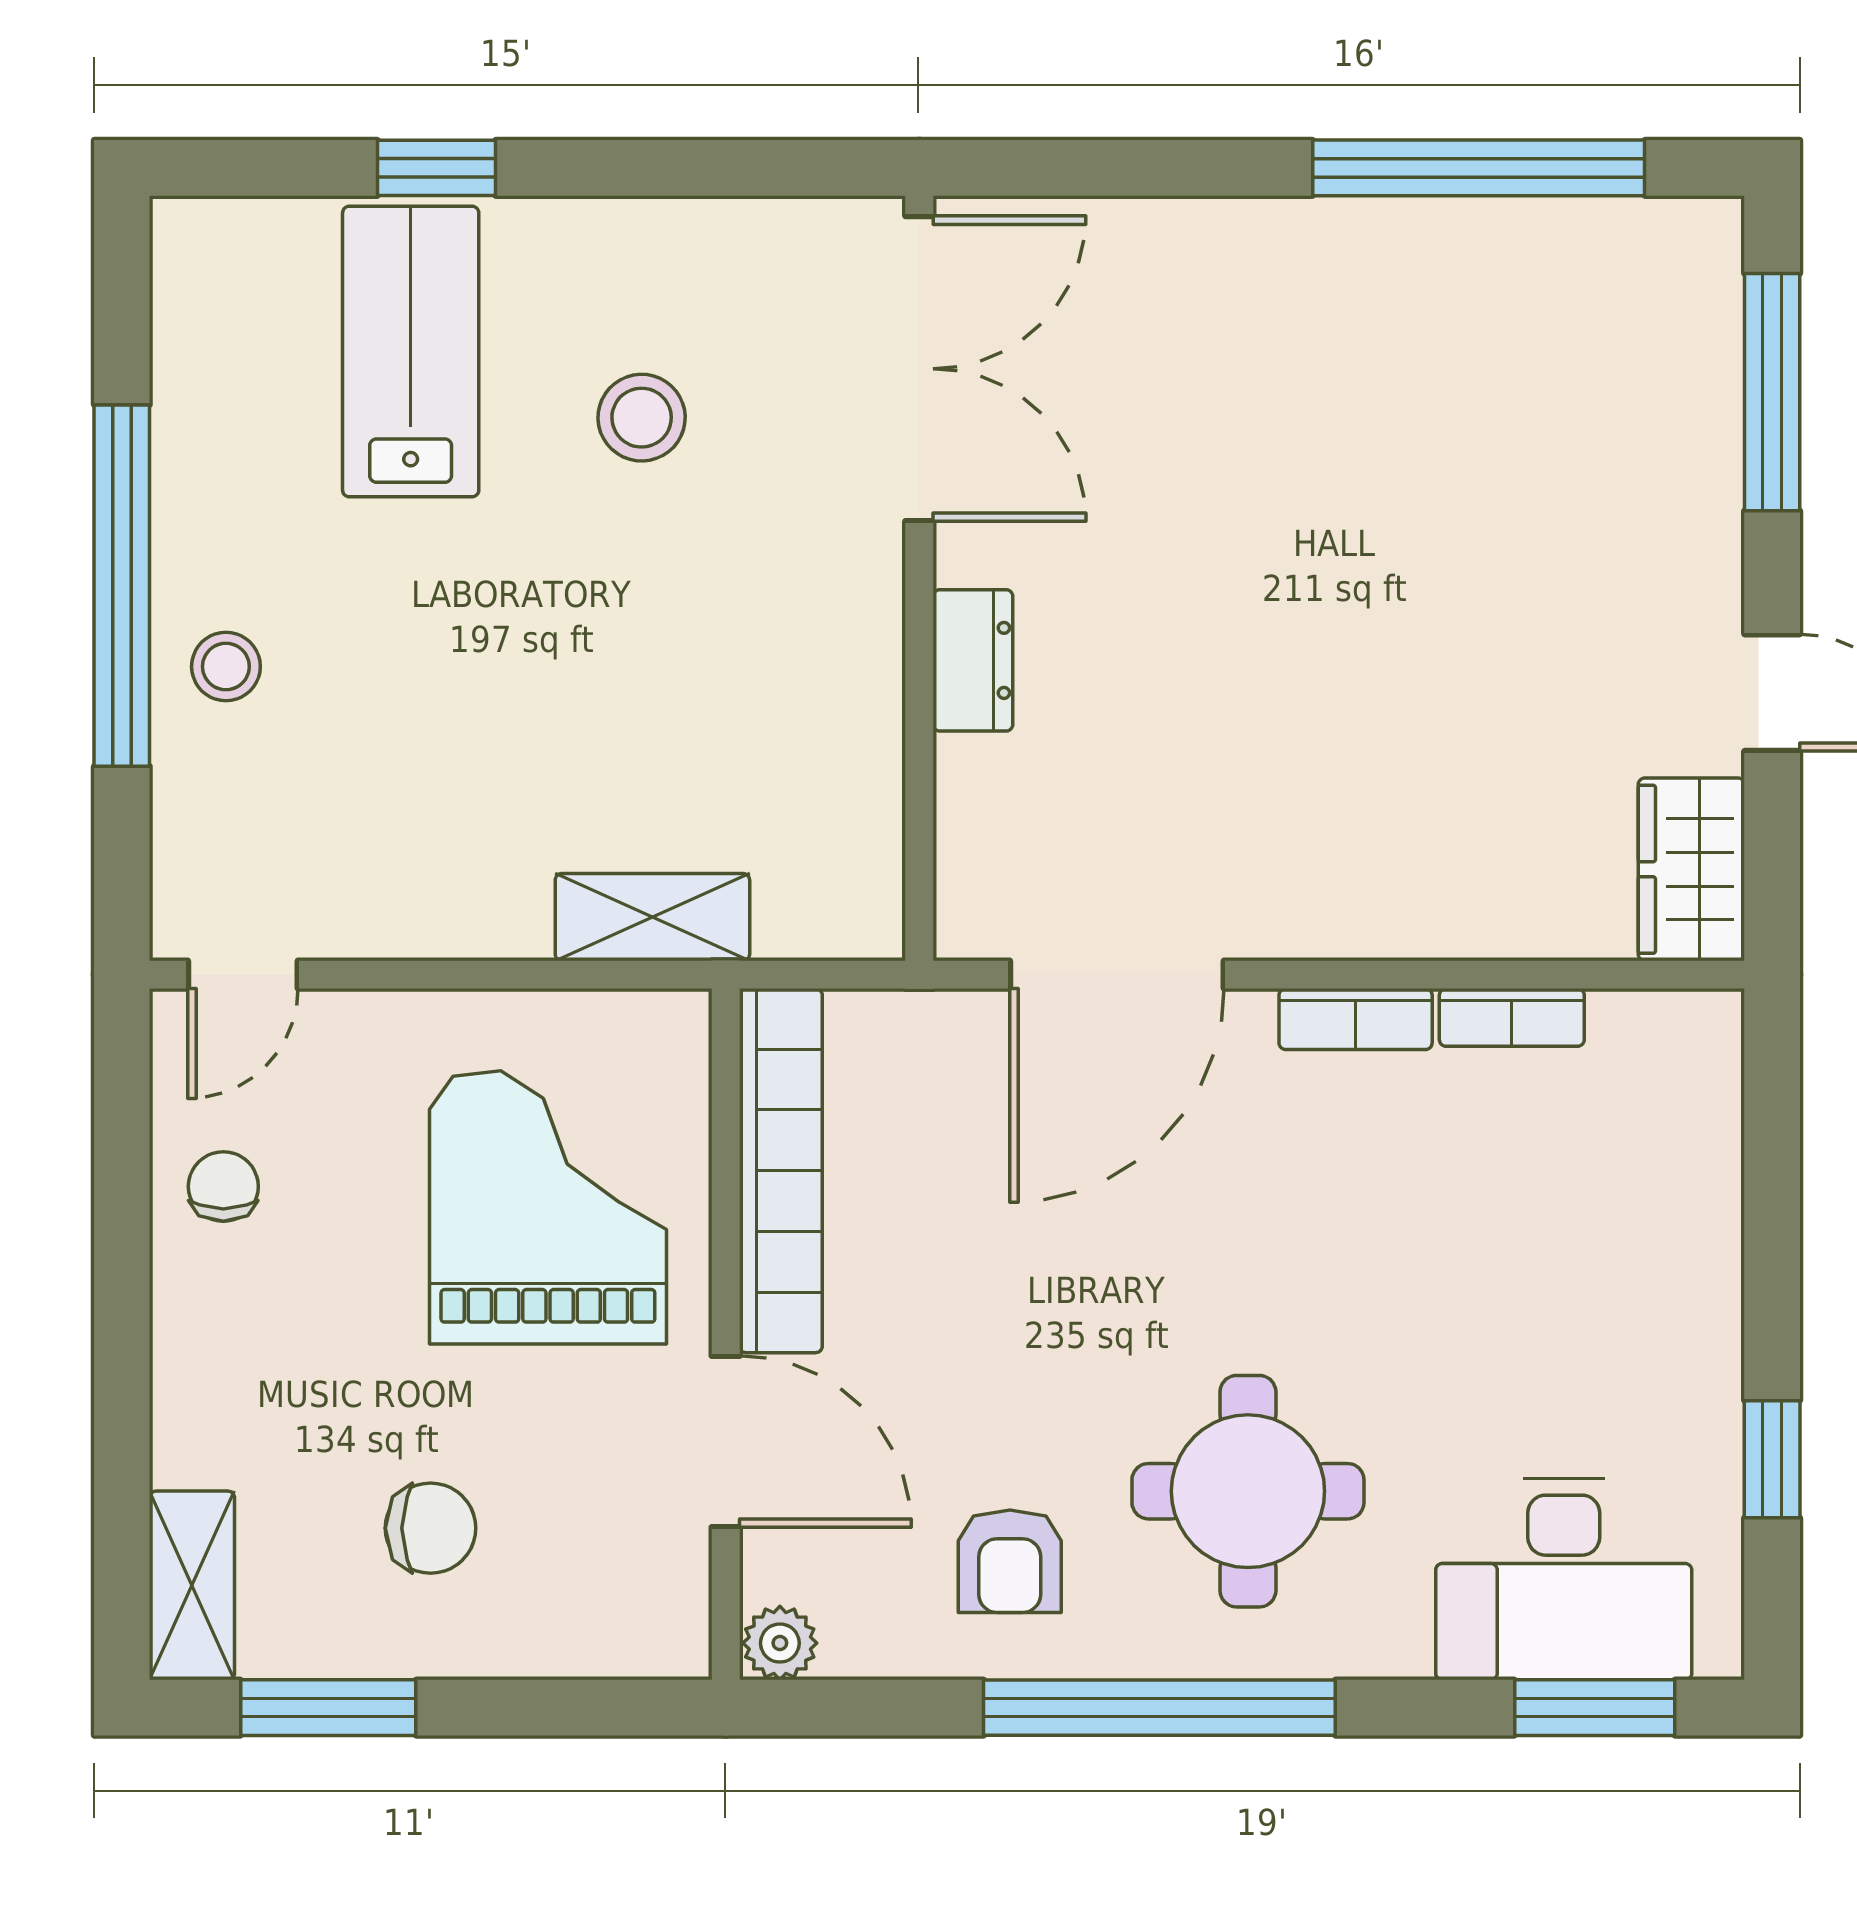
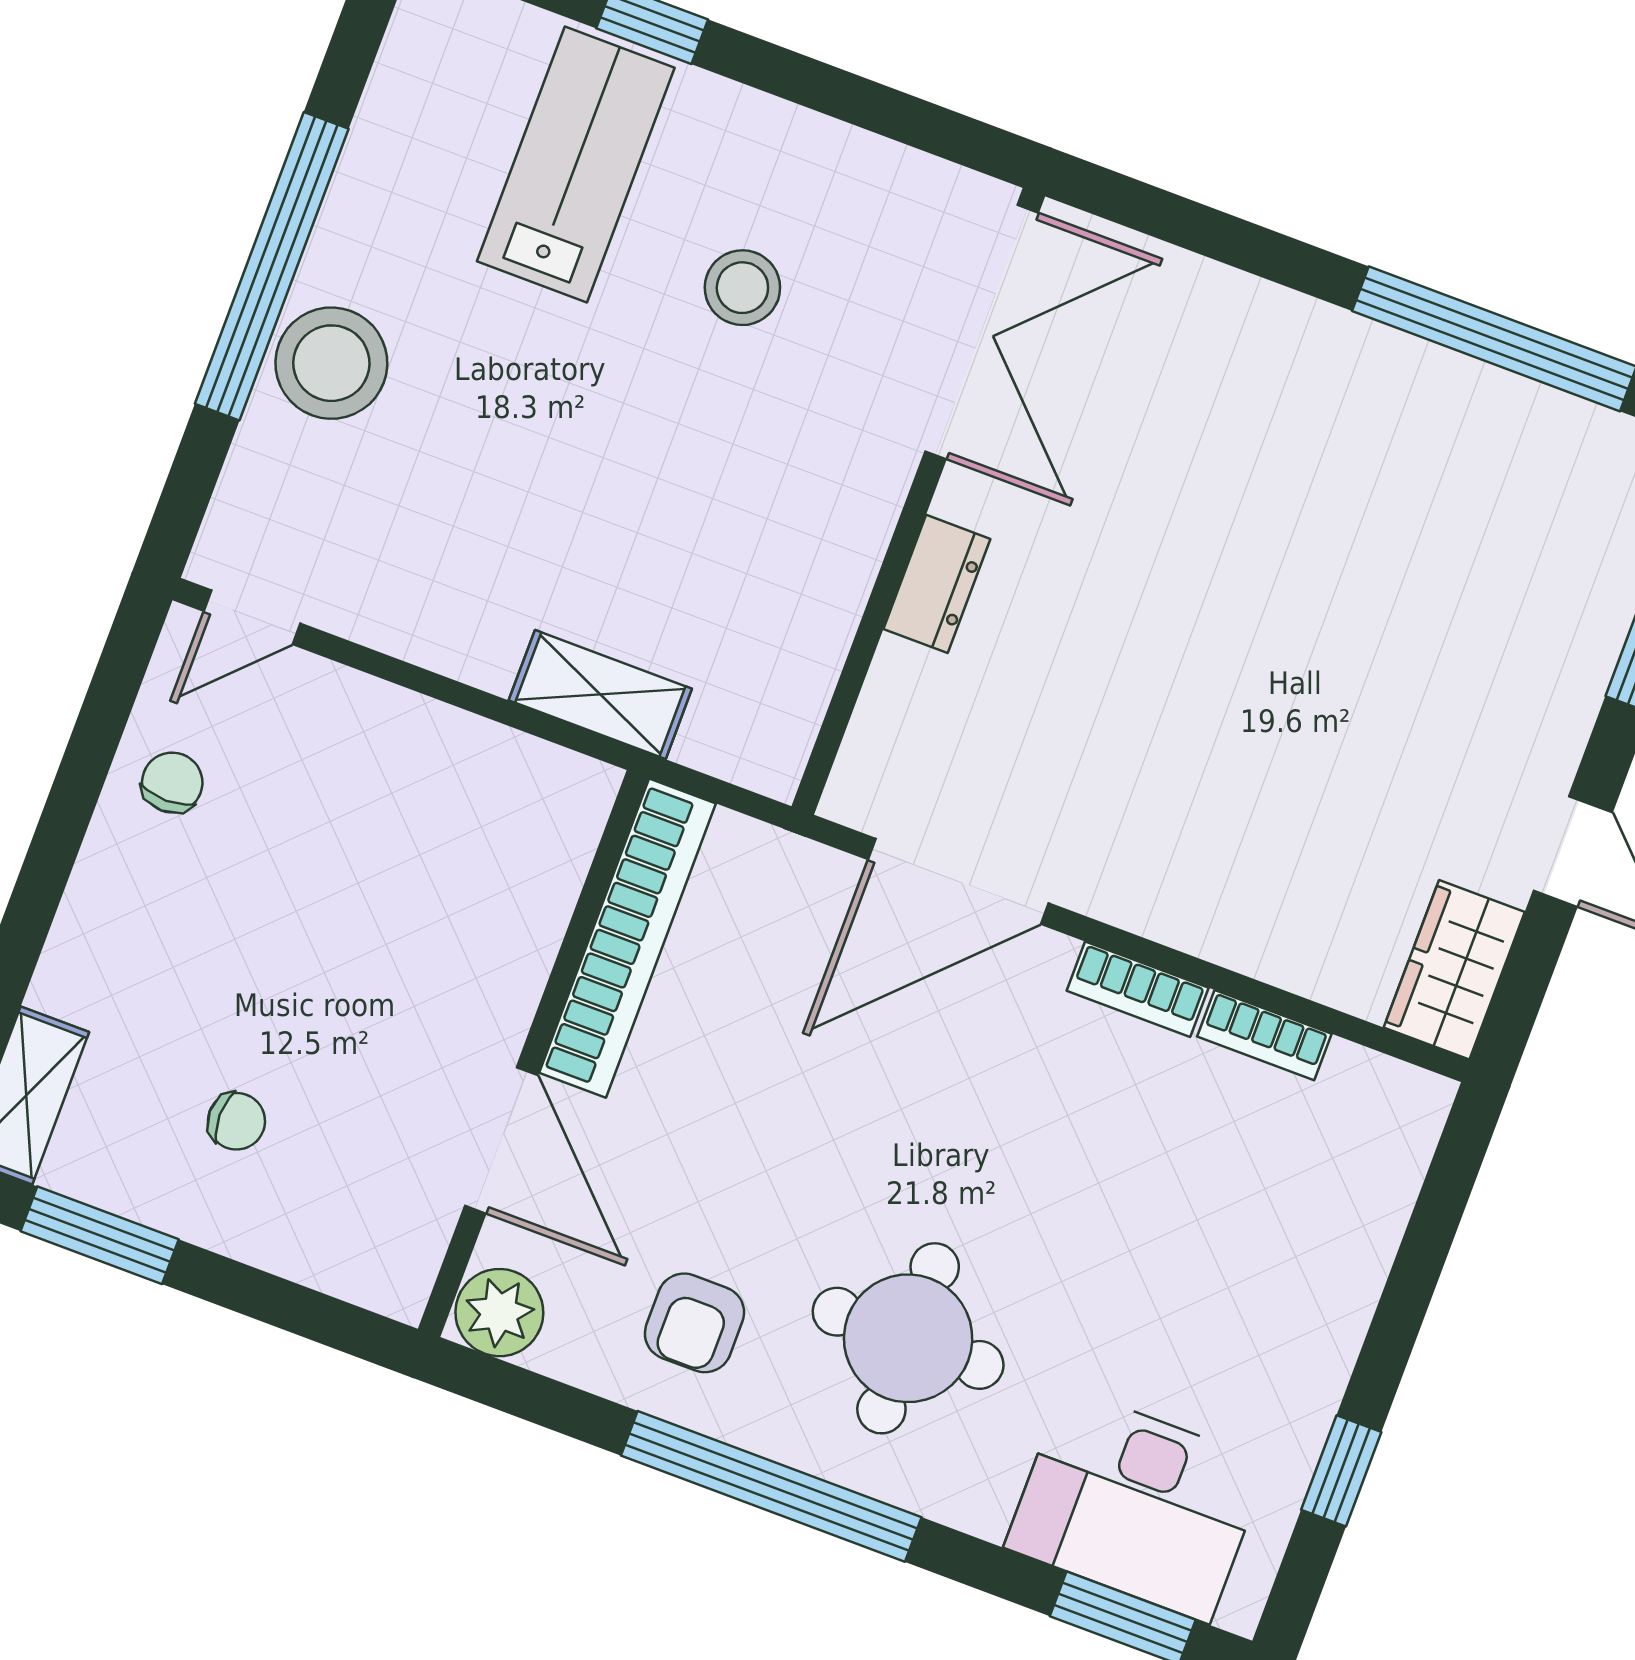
stool: (226, 667) -> (331, 363), width x1.89, depth x1.89
grand piano: (548, 1207) -> (428, 898), removed
chair: (431, 1528) -> (236, 1121), width x0.73, depth x0.73
plant: (780, 1643) -> (499, 1313), width x1.38, depth x1.38

